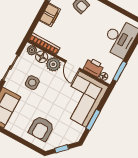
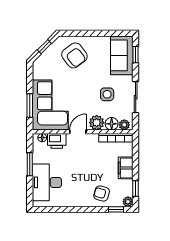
door: (72, 65) -> (78, 132), hinge flipped
window: (120, 71) -> (30, 164), moved
window: (93, 120) -> (30, 105), moved
armchair: (41, 128) -> (74, 55), turned 143

